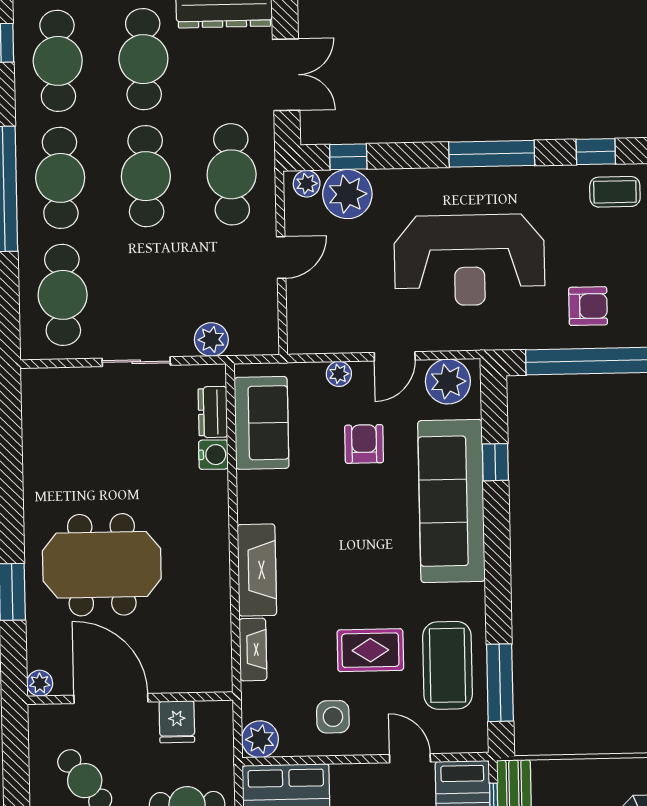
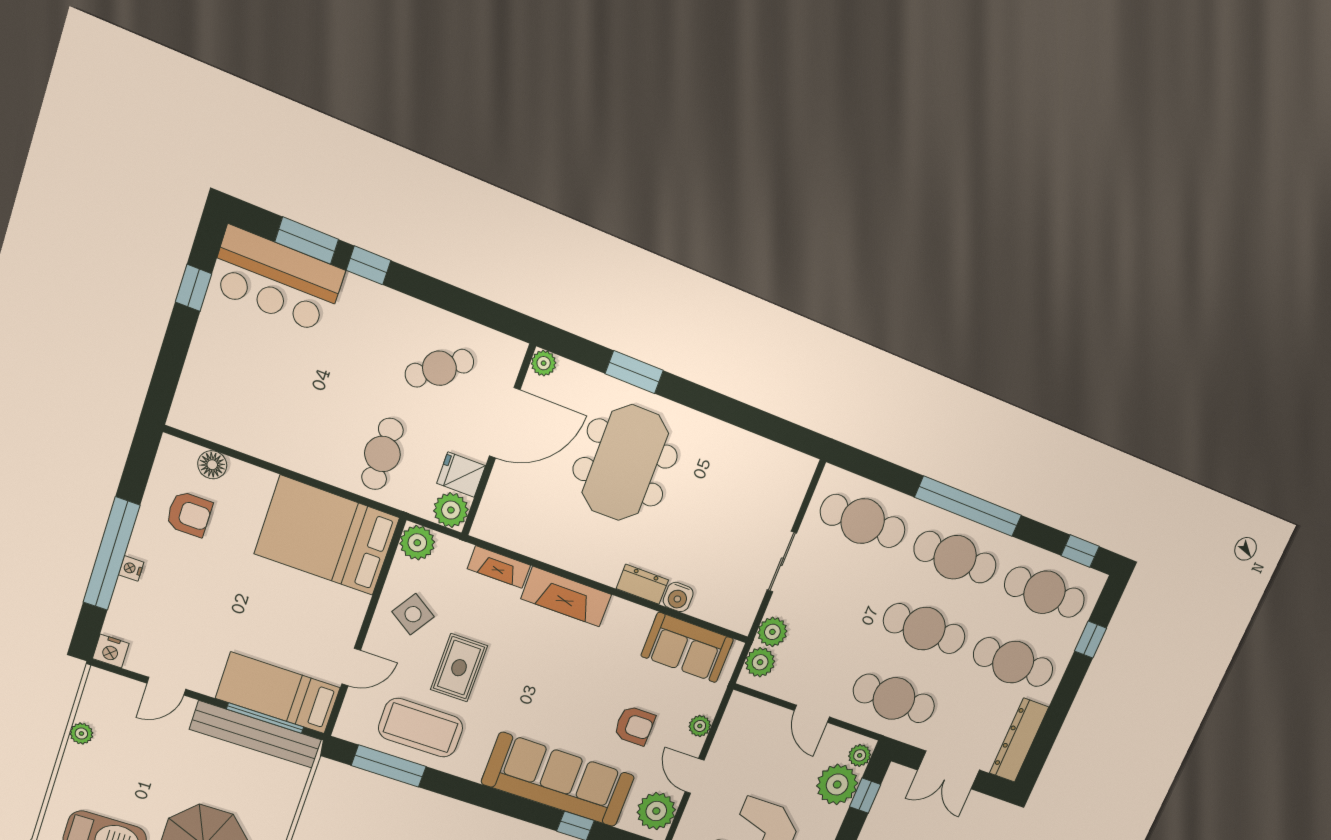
plant: (248, 339) -> (760, 662), added
dresser: (213, 412) -> (642, 584), moved
side table: (333, 717) -> (413, 614), turned 33
plant: (215, 719) -> (451, 510), added

